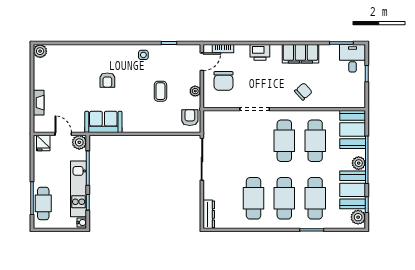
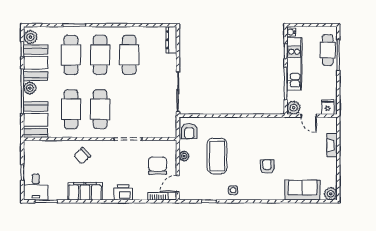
coffee table: (160, 91) -> (217, 156), width x1.86, depth x1.72
sofa: (103, 122) -> (302, 190), moved, turned 180

